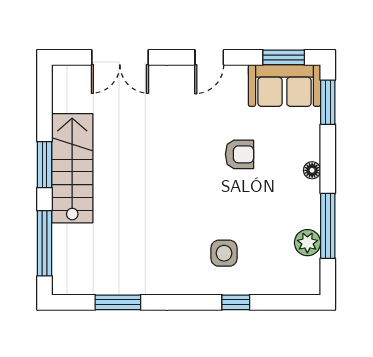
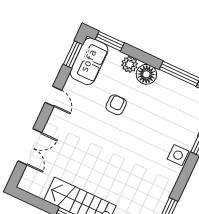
floor lamp: (312, 170) -> (146, 74), width x1.89, depth x1.89
plant: (307, 243) -> (130, 64), moved
side table: (224, 253) -> (178, 155), moved

